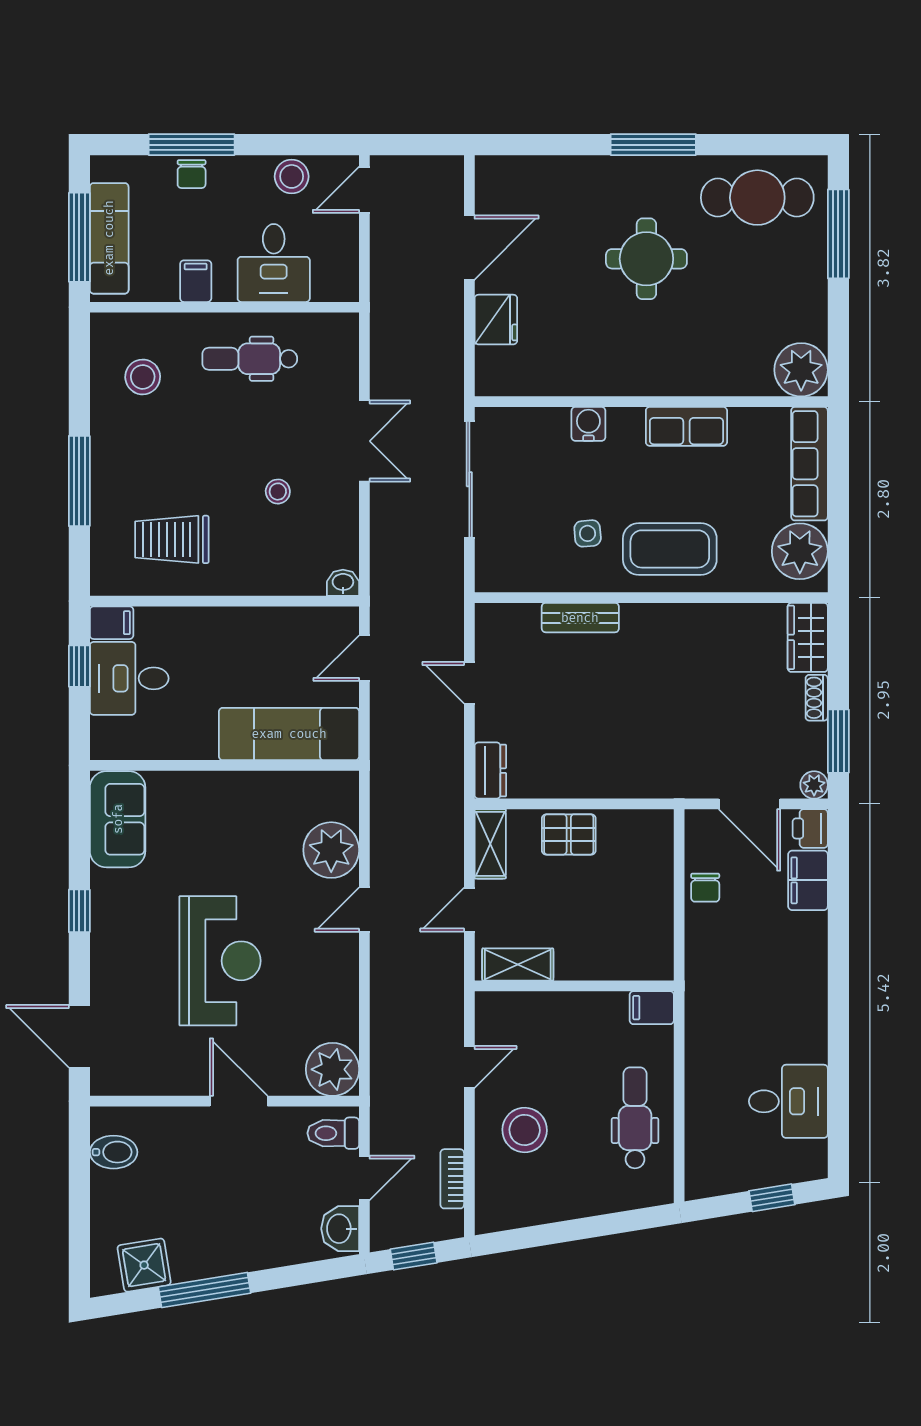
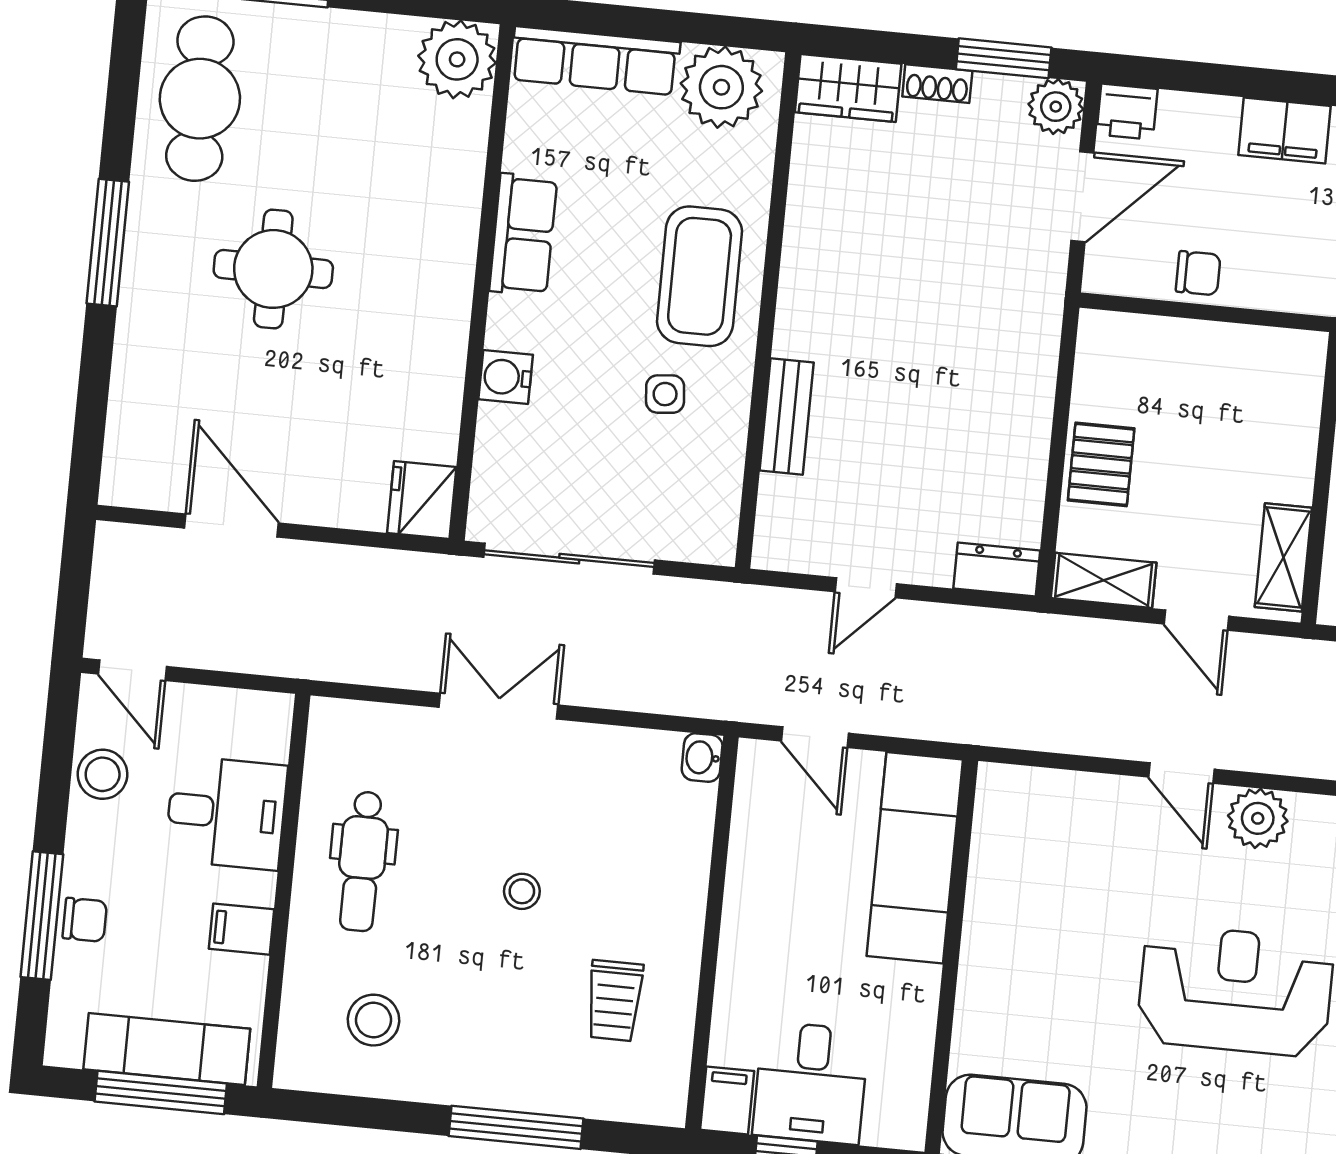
fridge: (496, 320) -> (422, 500), moved, turned -90
stool: (278, 492) -> (522, 891), moved
trolley: (172, 539) -> (614, 1001), width x0.73, depth x0.72
plant: (814, 785) -> (1056, 107), width x1.38, depth x1.38
plant: (331, 850) -> (1258, 818), moved, width x0.73, depth x0.73
filing cabinet: (808, 880) -> (1285, 130), moved

